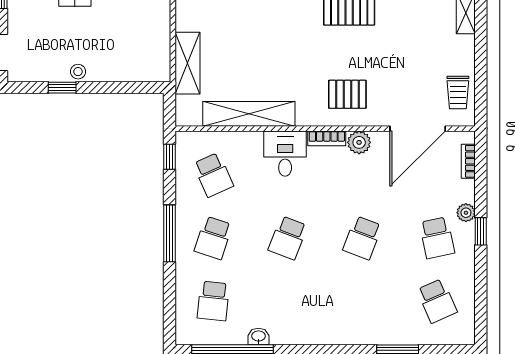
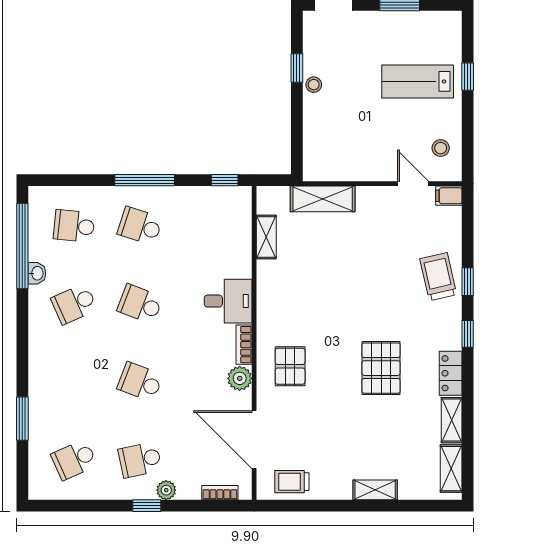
shelving: (249, 114) -> (266, 237), width x0.45, depth x0.75
school desk: (213, 175) -> (74, 304), moved

